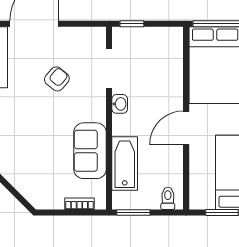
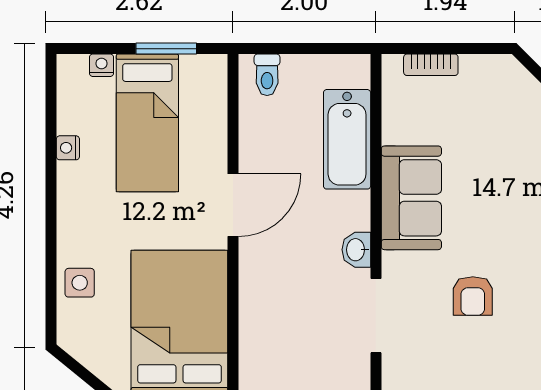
armchair: (57, 79) -> (473, 296), turned -40
sofa: (90, 151) -> (411, 198), moved
window: (133, 212) -> (331, 49), removed

